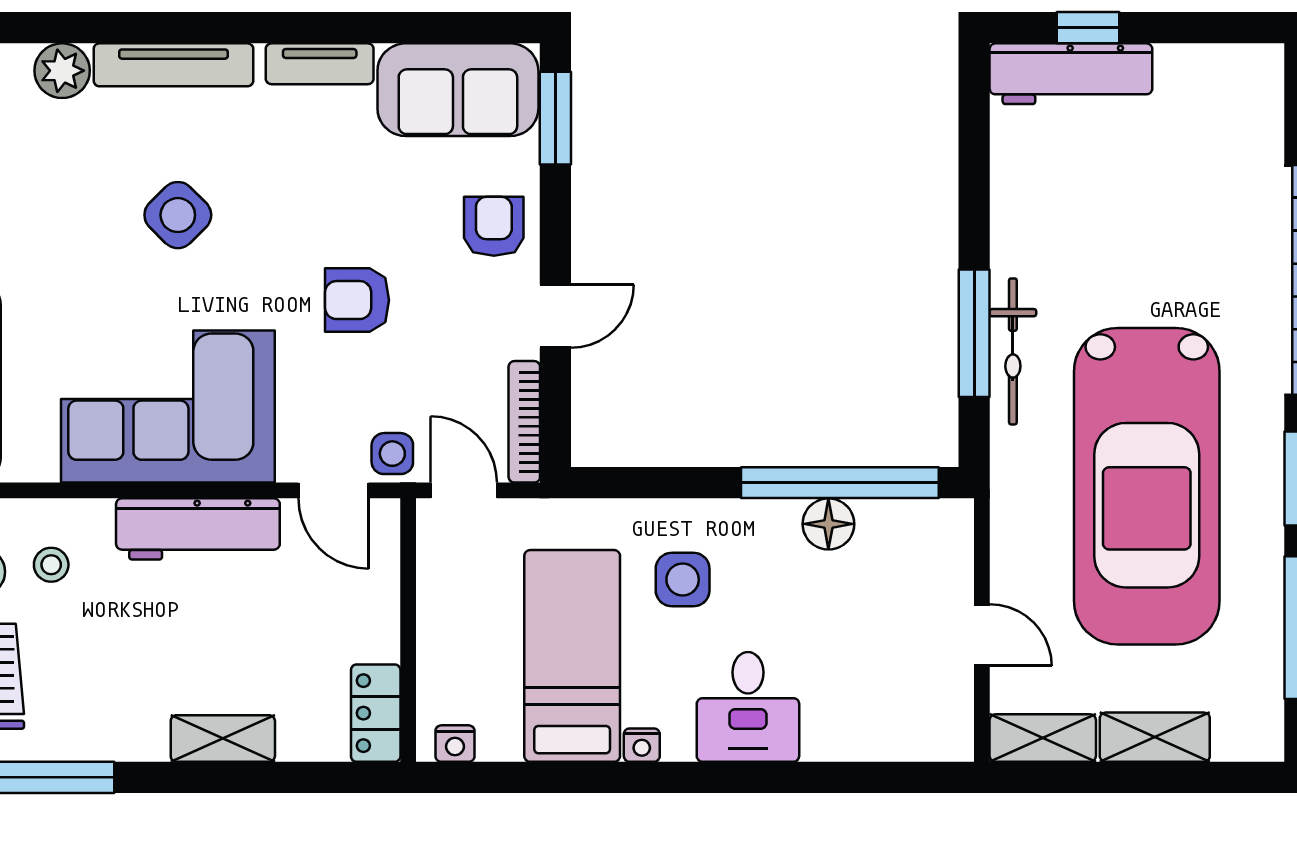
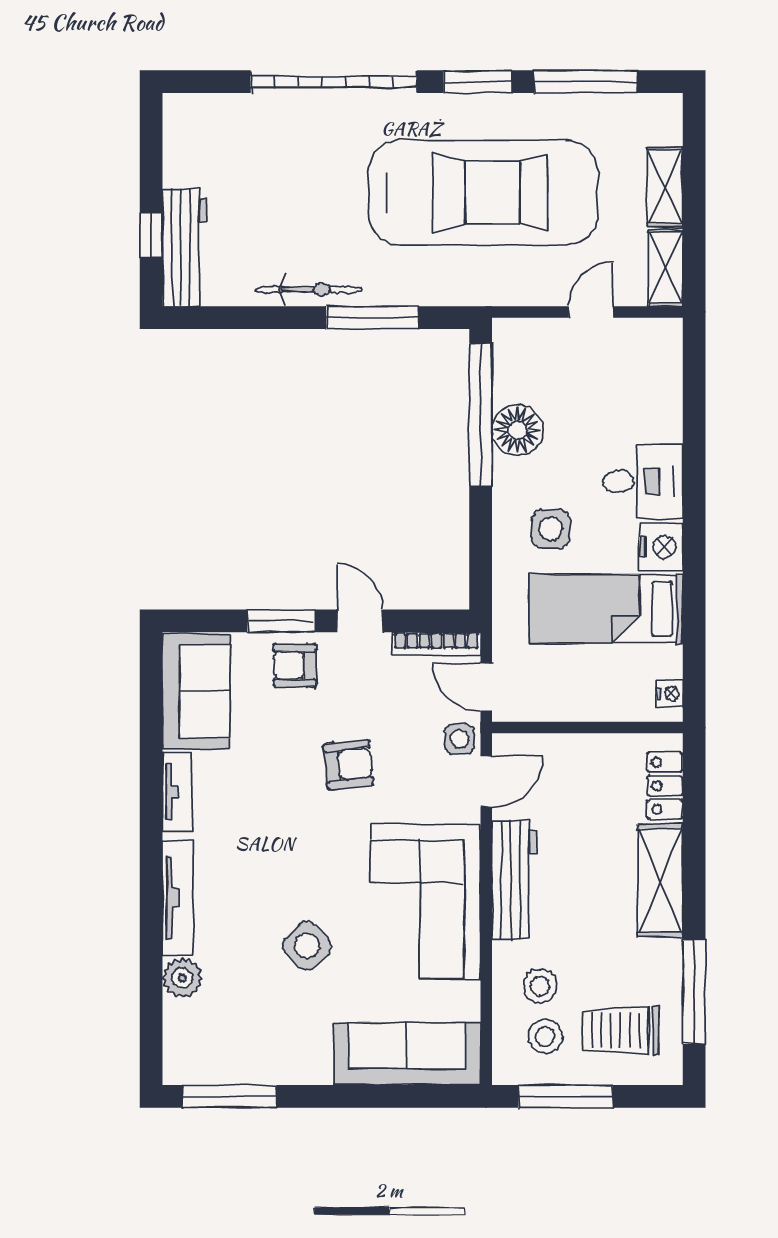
window: (555, 118) -> (281, 621), moved
side table: (178, 215) -> (307, 946), moved
armchair: (357, 300) -> (348, 765), turned -96
bicycle: (1013, 351) -> (309, 290), moved
door: (464, 490) -> (486, 687), hinge flipped
floor lamp: (828, 524) -> (518, 430), width x1.38, depth x1.38
stool: (51, 565) -> (540, 986), width x1.37, depth x1.37
locker: (376, 713) -> (665, 786), moved, turned 90
shelving: (223, 739) -> (660, 881), width x1.50, depth x1.33
nightstand: (642, 745) -> (661, 547), width x1.89, depth x1.79

